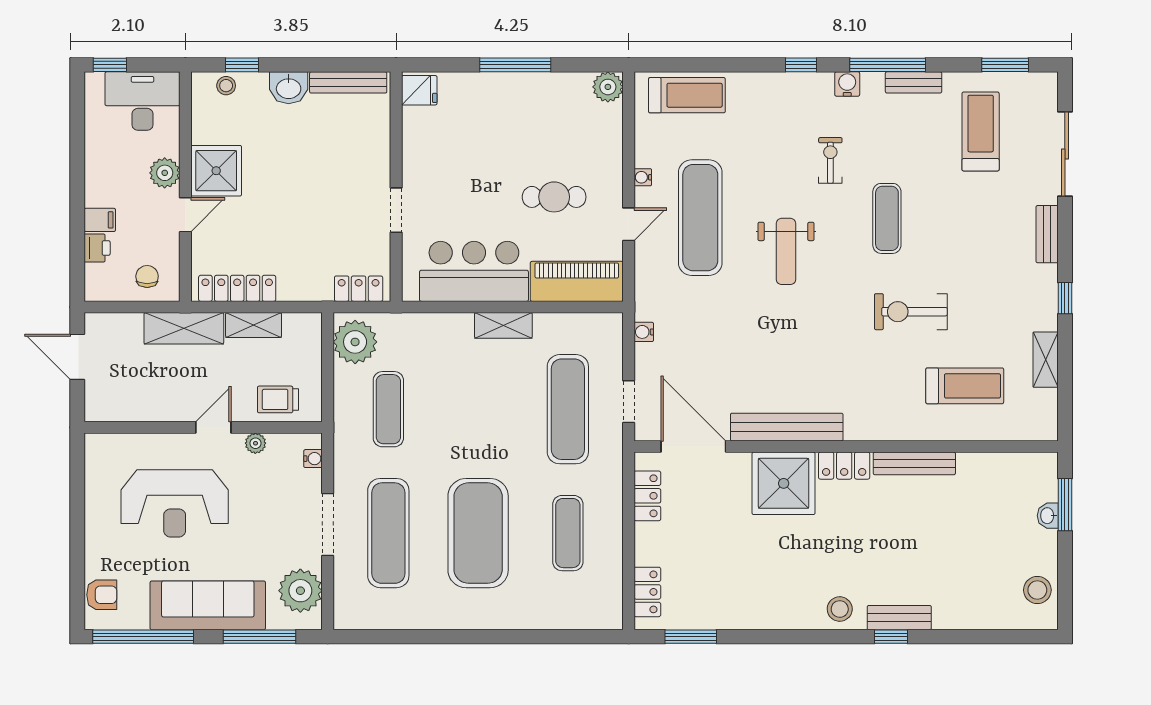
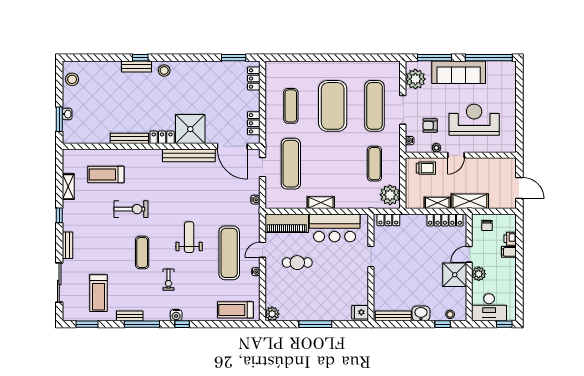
water cooler: (847, 84) -> (176, 315), moved
armchair: (102, 595) -> (430, 126), moved

